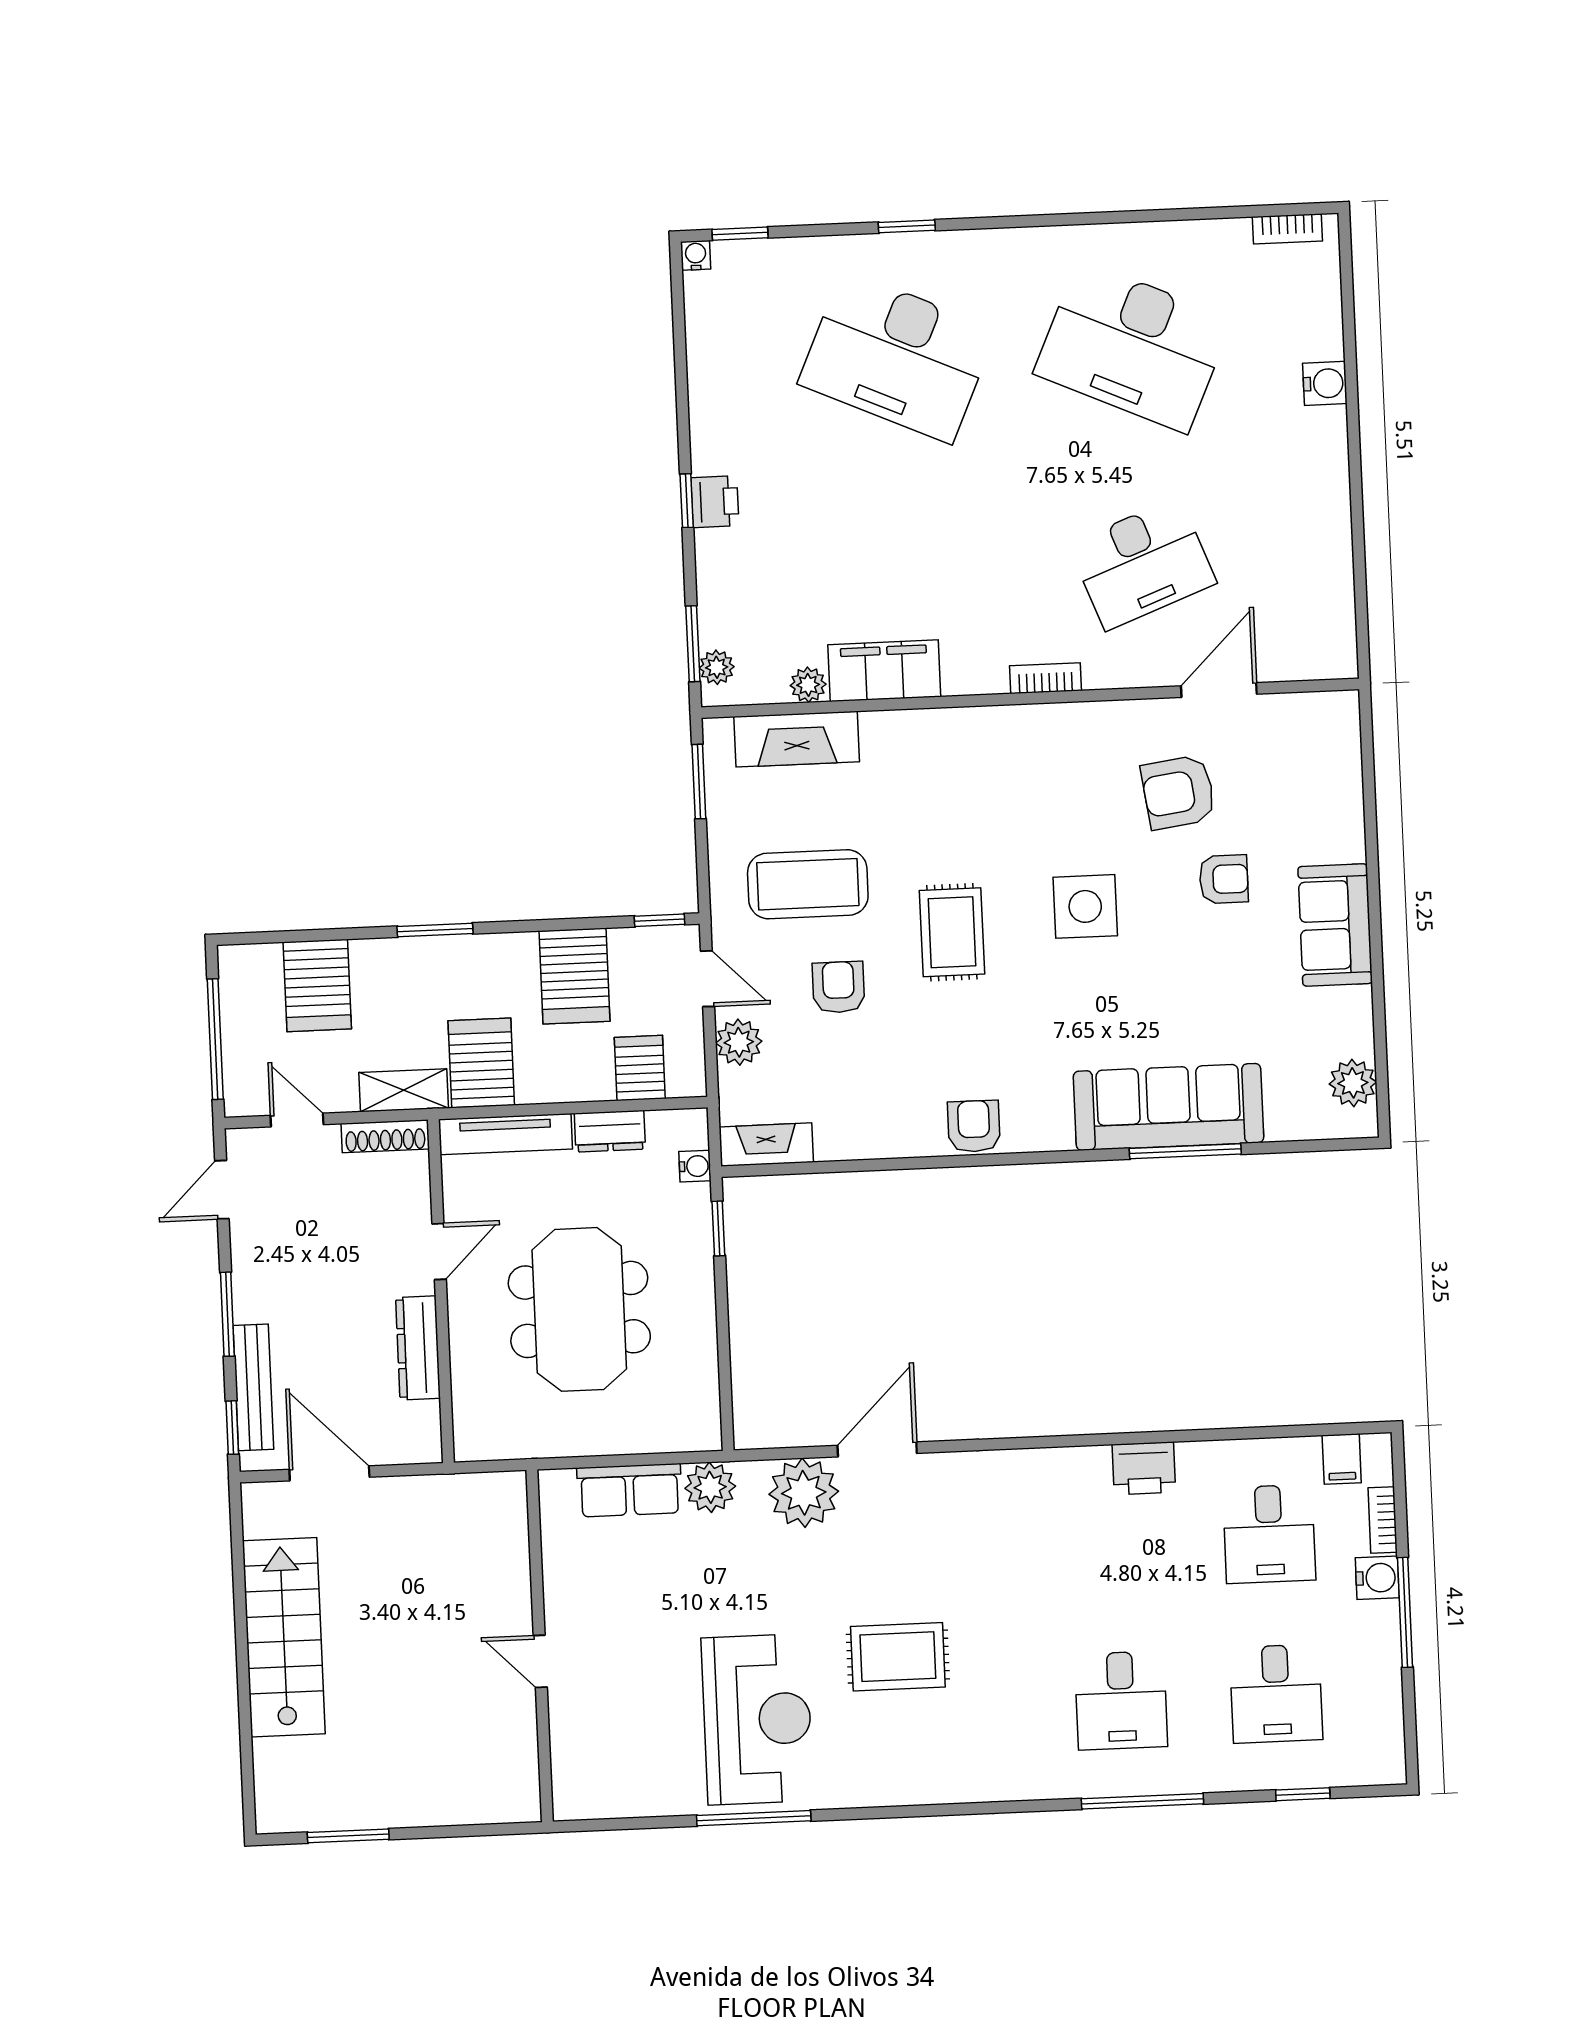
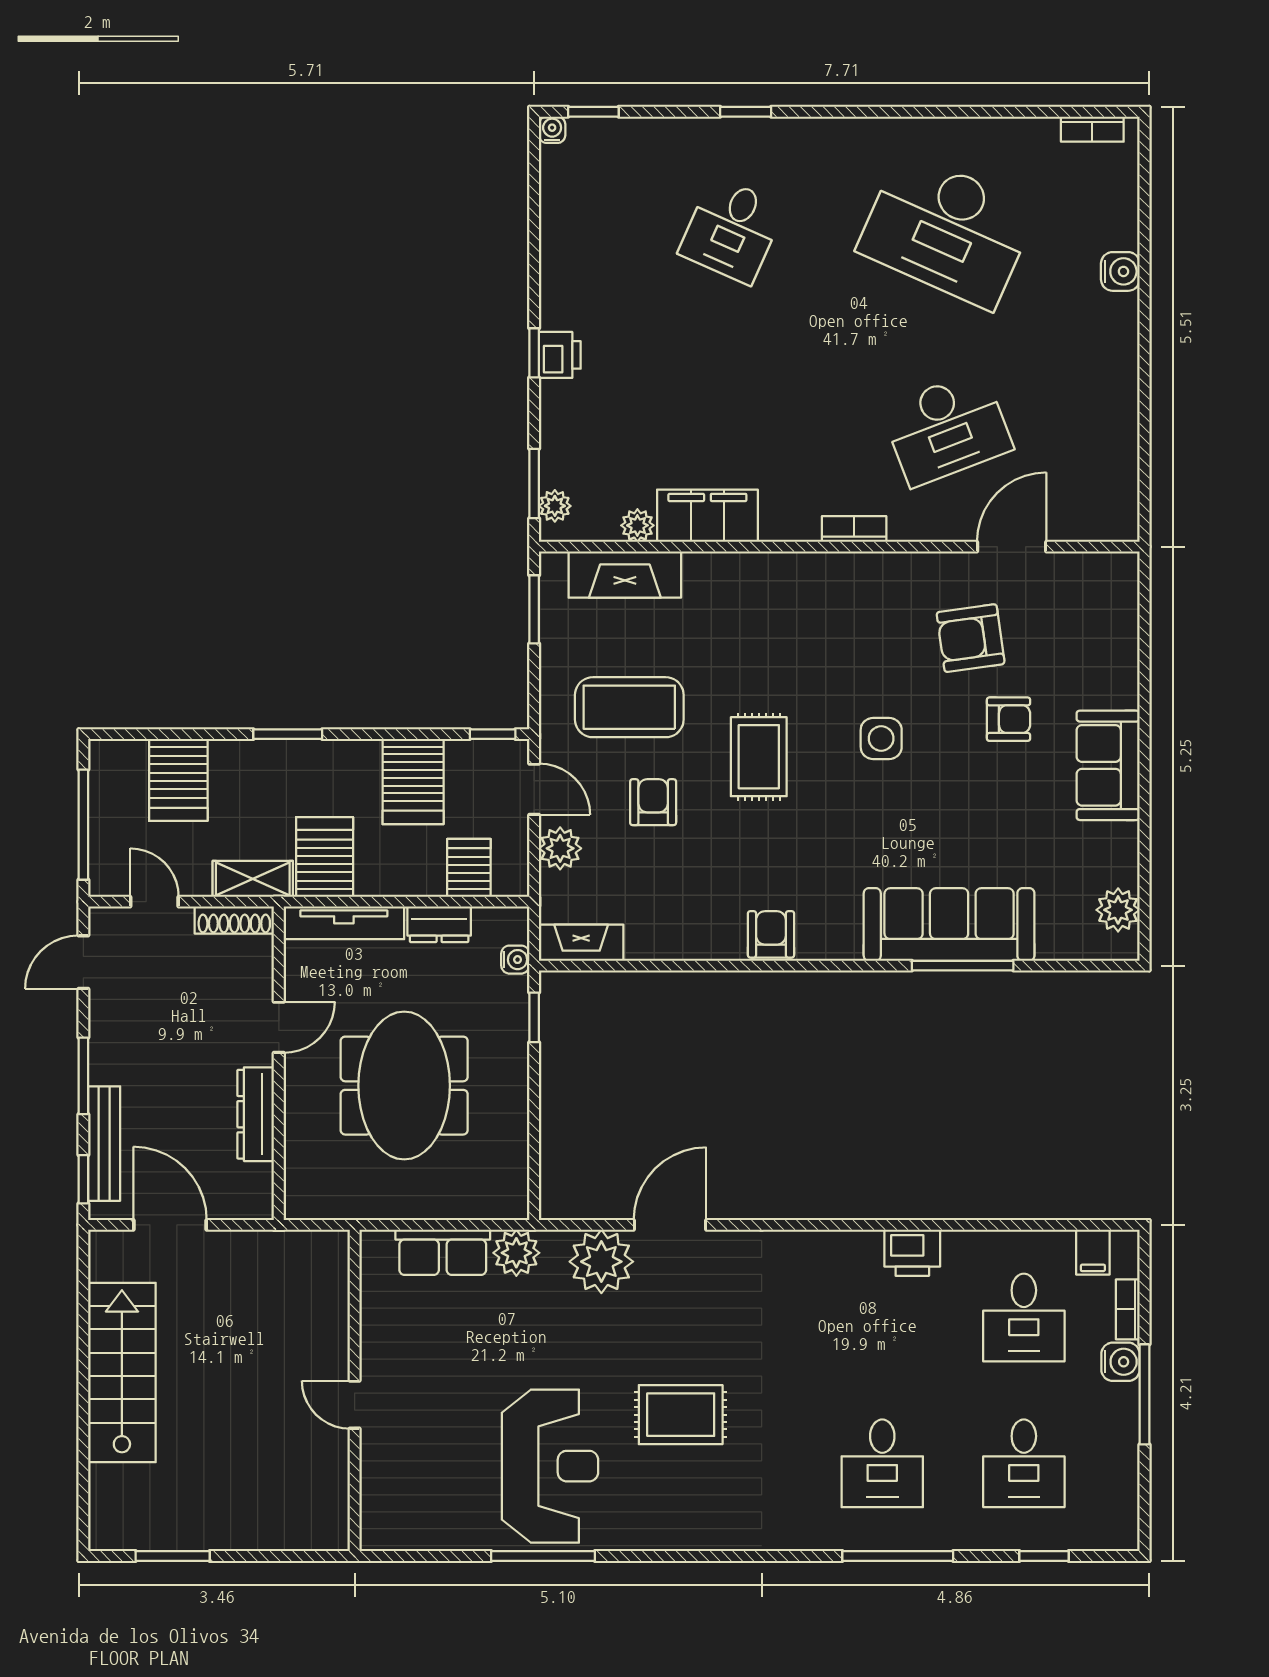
desk: (897, 357) -> (732, 230), width x0.53, depth x0.77
side table: (1085, 906) -> (881, 738), width x0.73, depth x0.73

